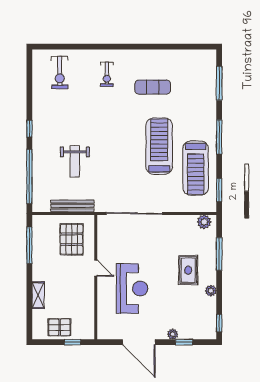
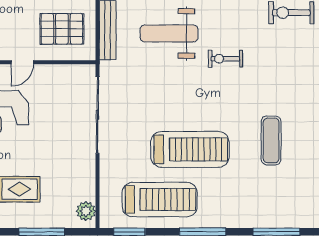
exercise bike: (107, 74) -> (225, 59), moved
weight bench: (75, 161) -> (169, 33), width x1.36, depth x1.33
treadmill: (196, 168) -> (160, 200), turned 180

